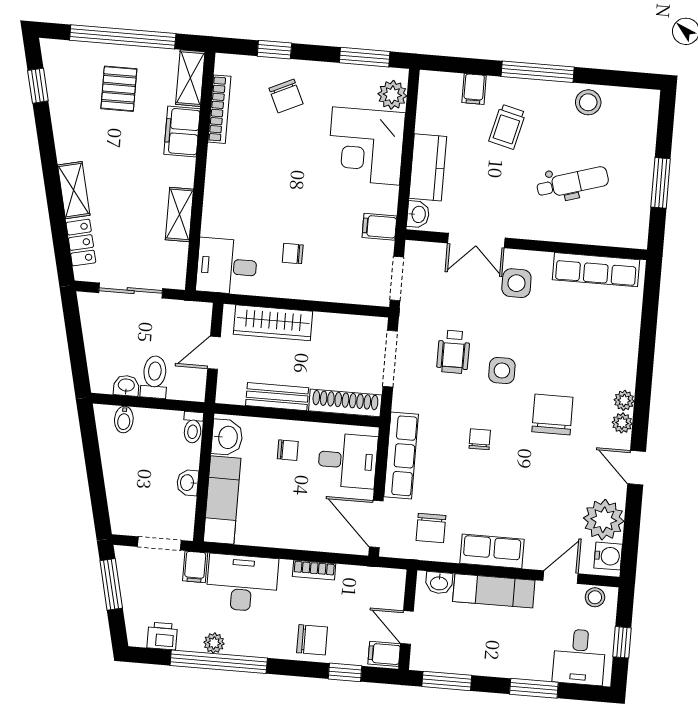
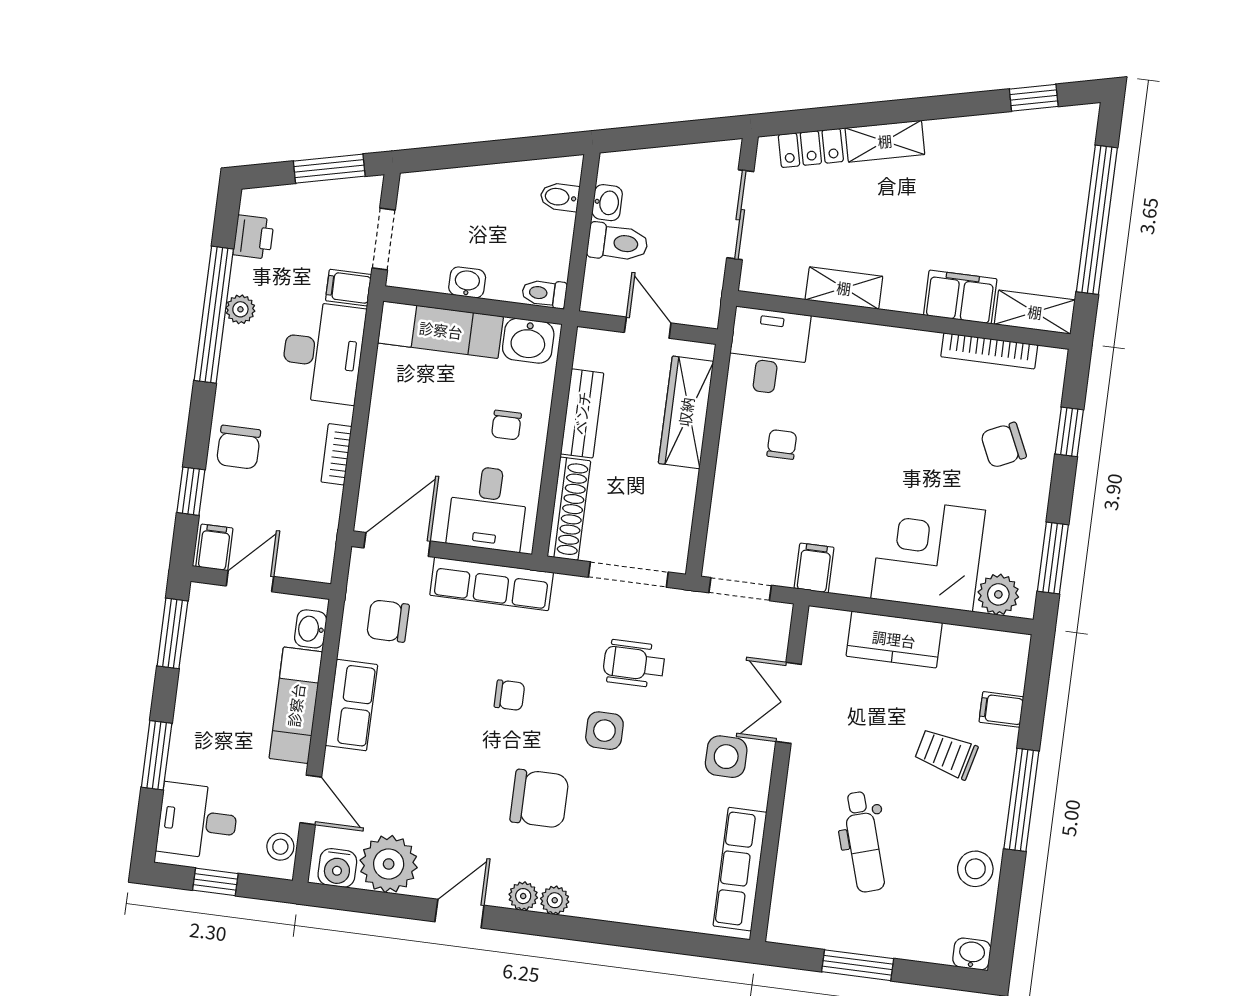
pallet: (119, 89) -> (1024, 211), removed
washbasin: (418, 214) -> (972, 954), moved, turned 180

